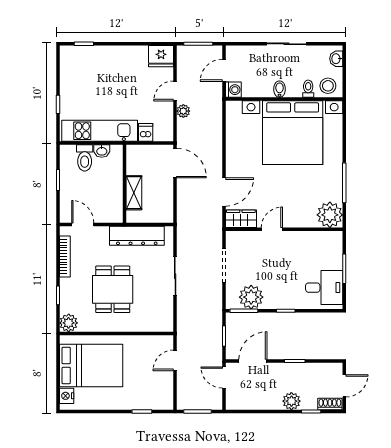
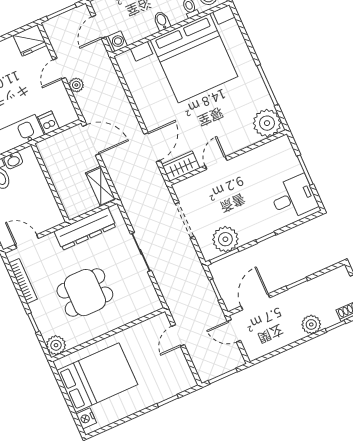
shelving: (134, 193) -> (101, 186), moved
dining table: (113, 289) -> (85, 293), turned 90

